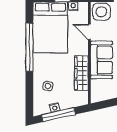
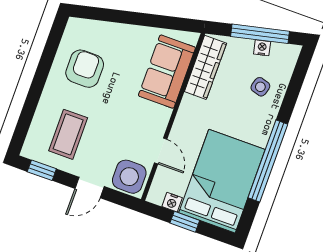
sofa: (101, 60) -> (167, 72), moved
wardrobe: (81, 73) -> (205, 67), moved

